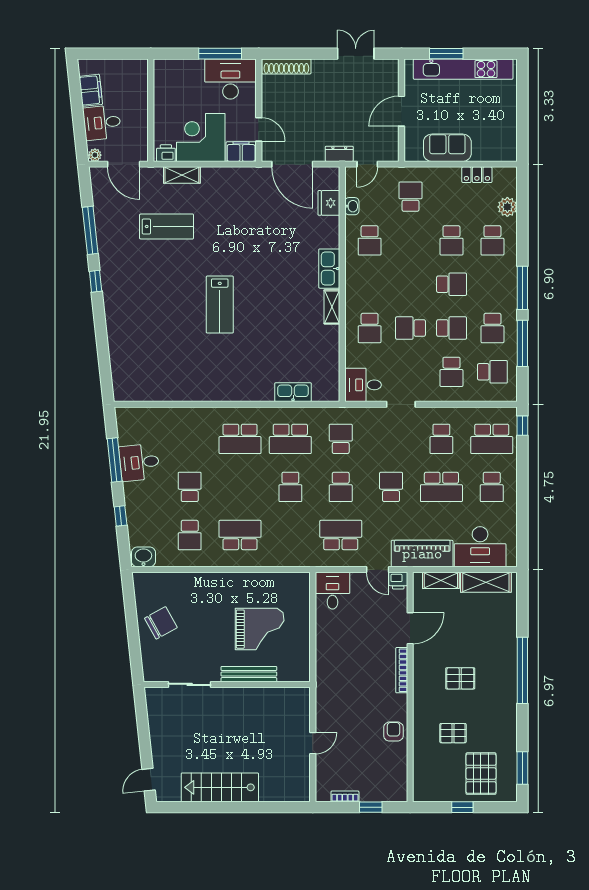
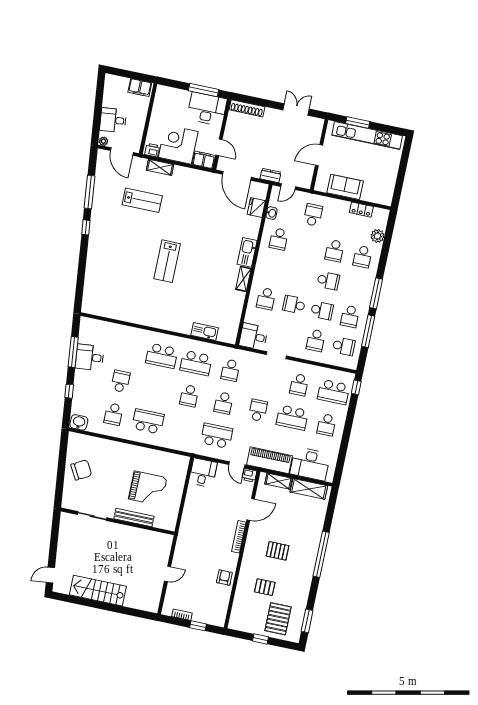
filing cabinet: (91, 90) -> (140, 88), moved, turned 96
school desk: (341, 439) -> (230, 370), turned 180

